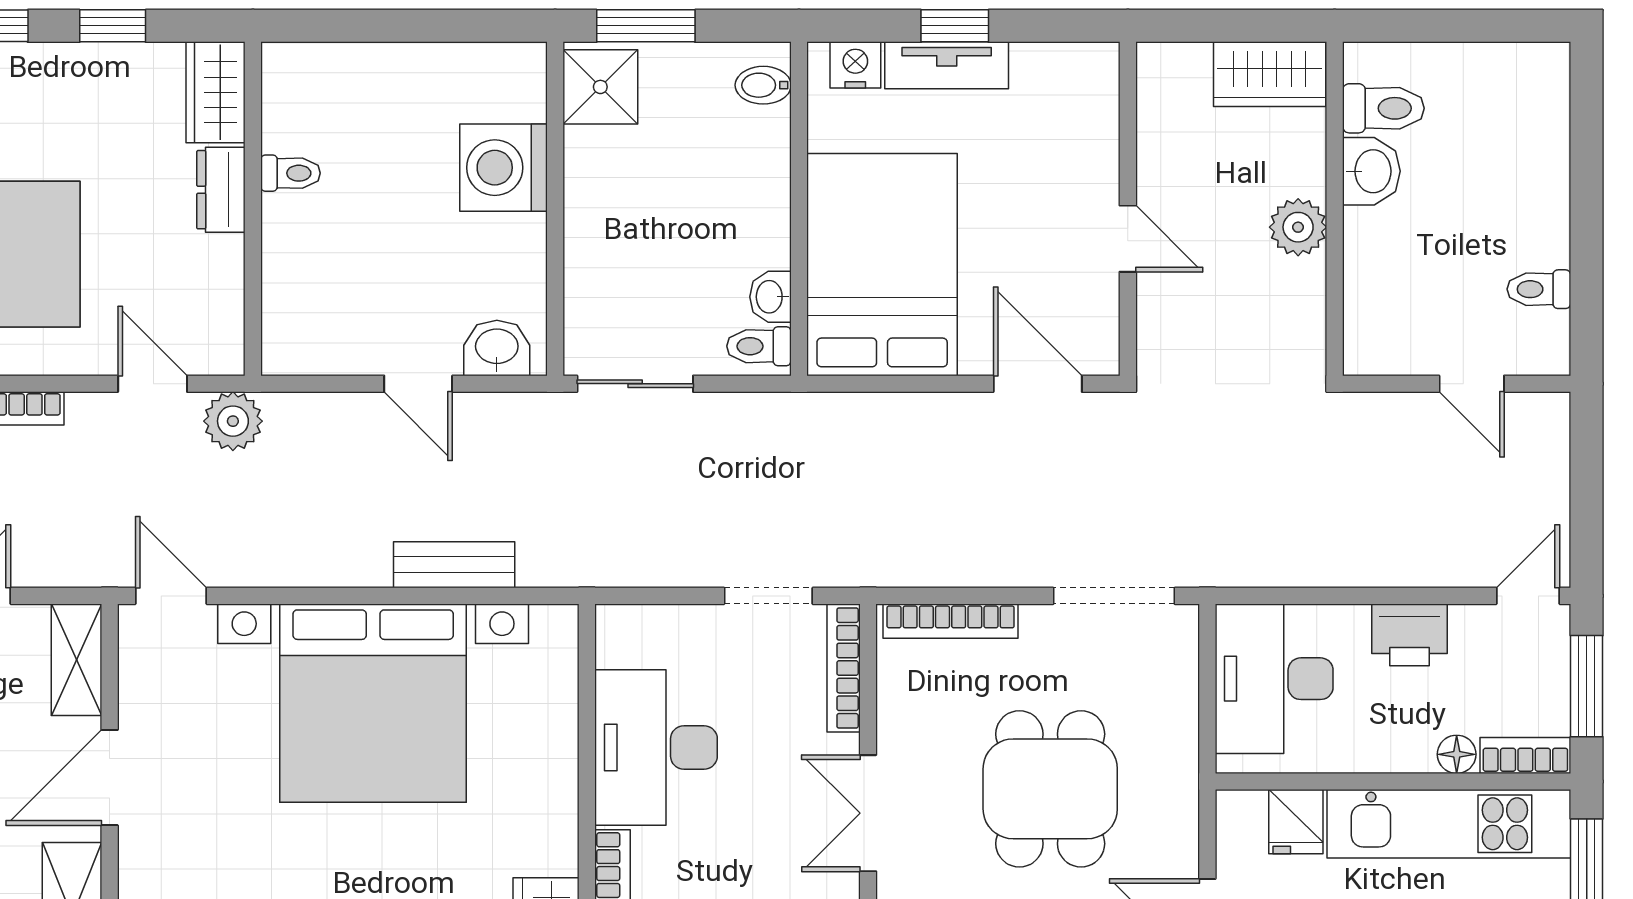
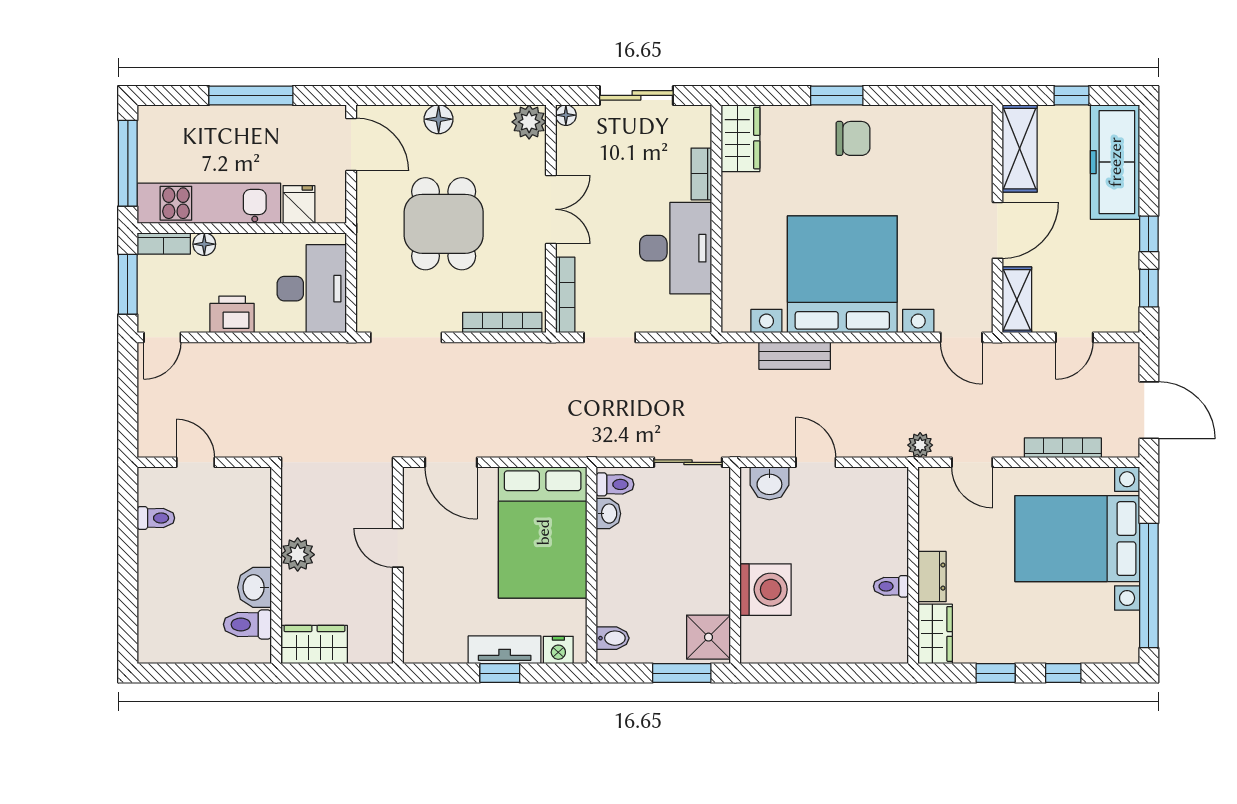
plant: (233, 421) -> (920, 445), width x0.73, depth x0.73

